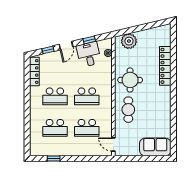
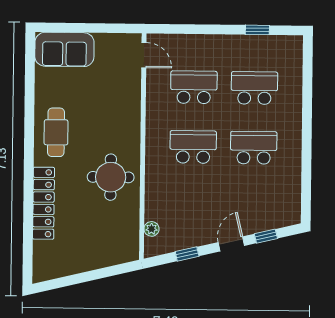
plant: (129, 41) -> (112, 251), removed
desk: (89, 54) -> (189, 227), removed
locker: (34, 72) -> (292, 195), removed
cafe table: (128, 110) -> (56, 132), moved

